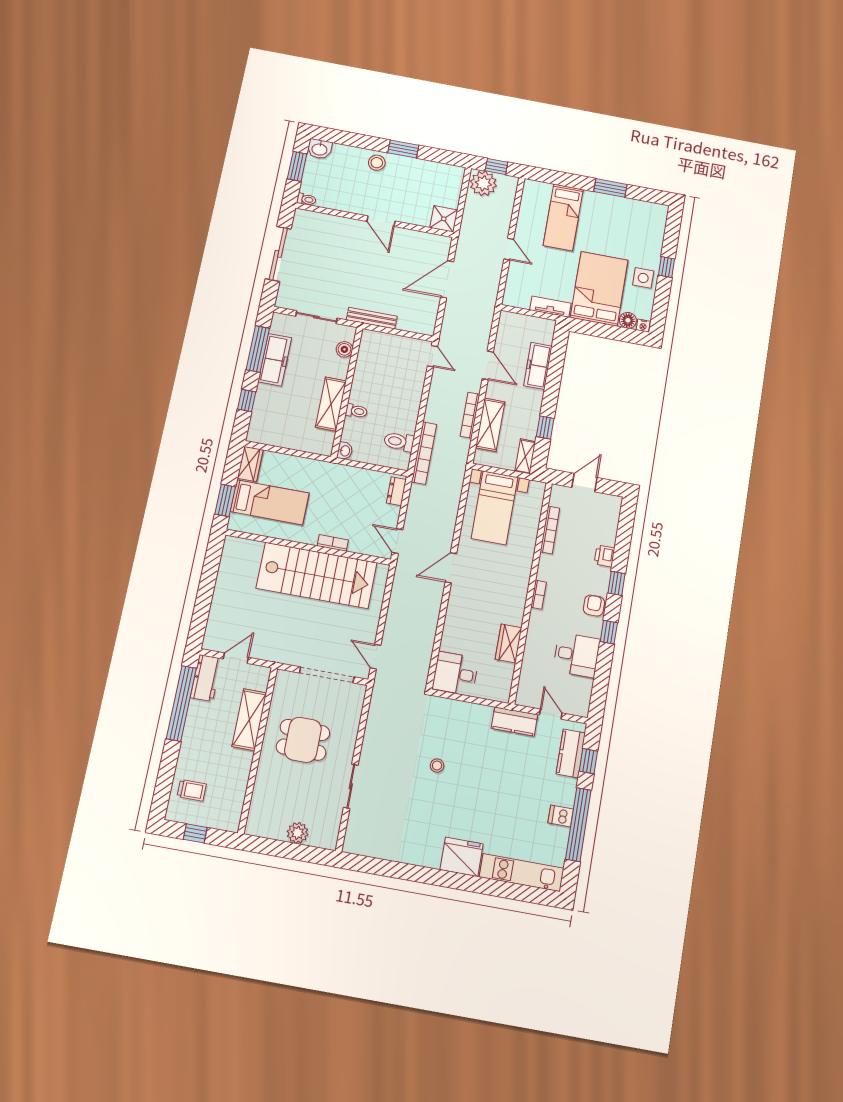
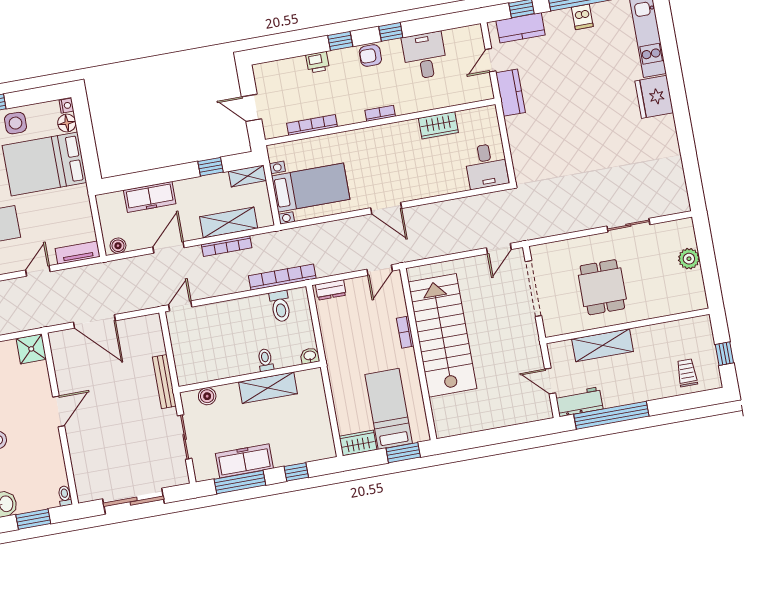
tv unit: (550, 307) -> (78, 253), moved, turned 90
boiler: (505, 323) -> (118, 246), added
stool: (437, 766) -> (579, 151), removed

